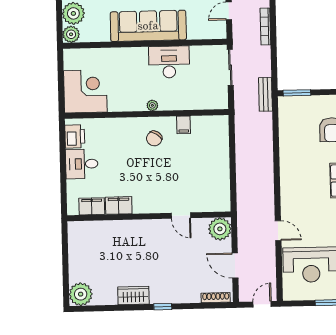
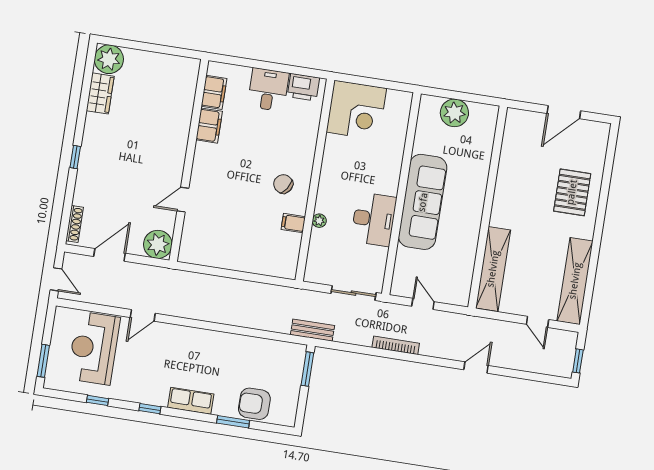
plant: (71, 34) -> (429, 105), removed
plant: (152, 105) -> (319, 221), moved
wardrobe: (133, 295) -> (100, 93), moved

